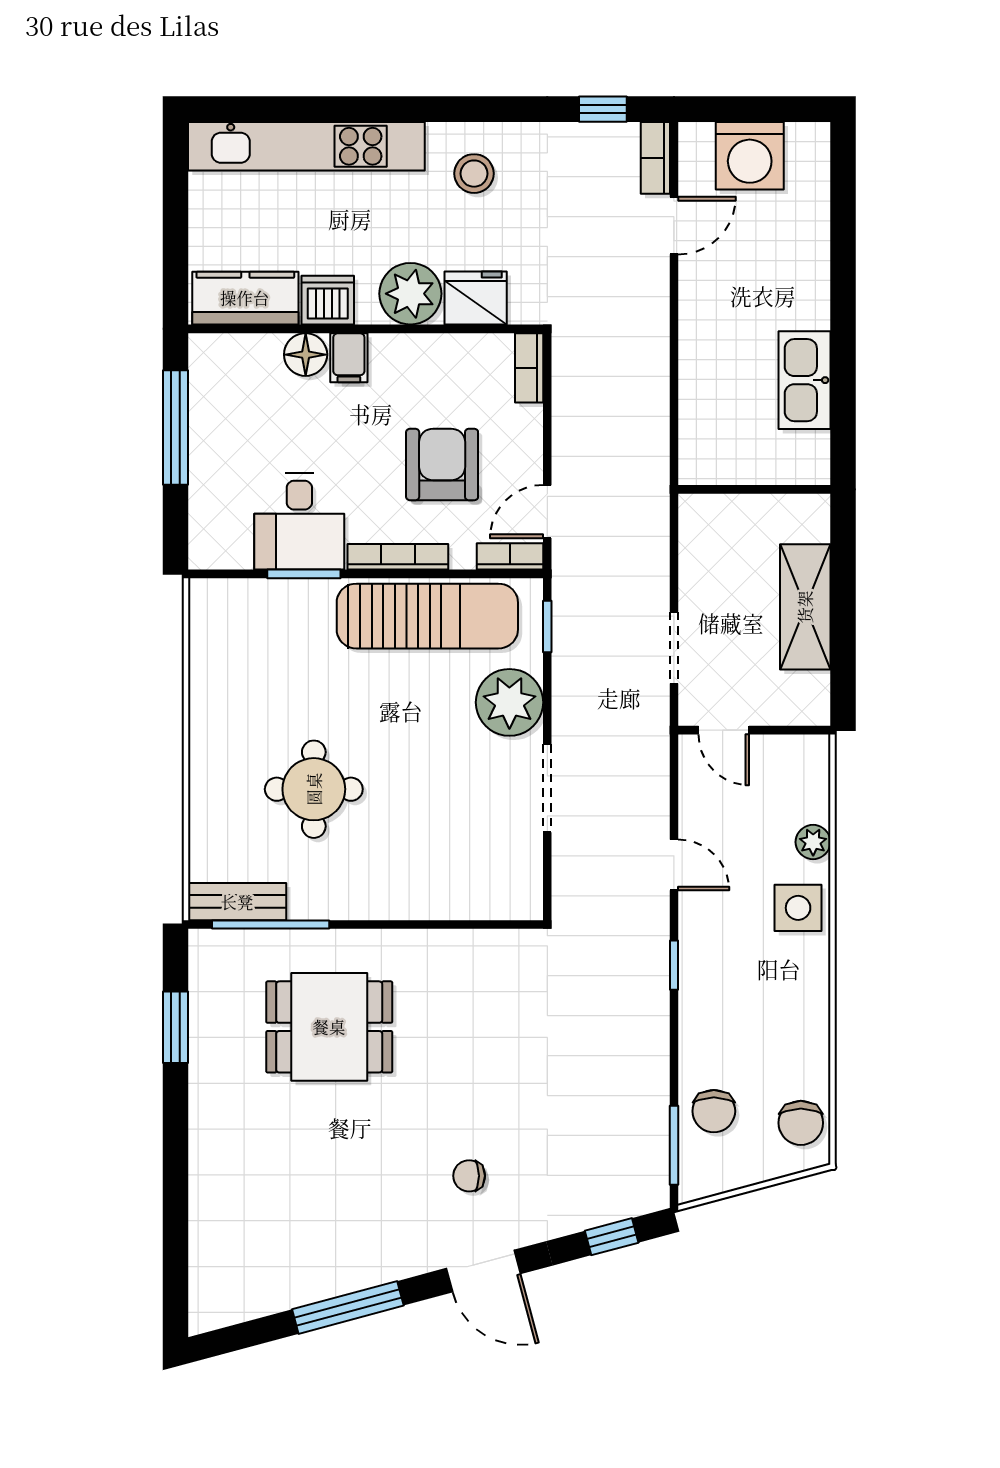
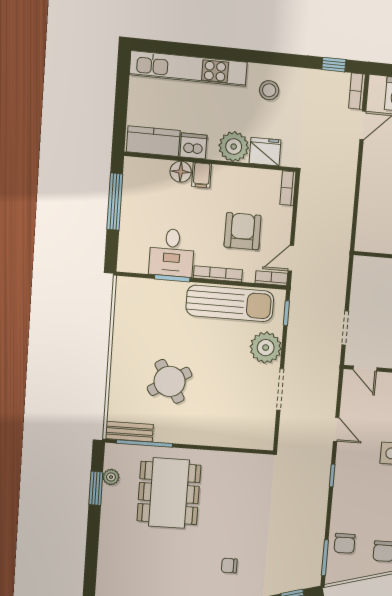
round table: (314, 789) -> (170, 381), turned -31
plant: (206, 1001) -> (111, 477), added
dining table: (329, 1027) -> (169, 493), width x1.37

